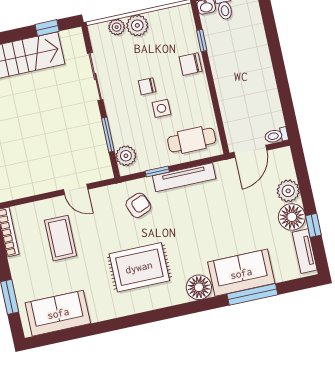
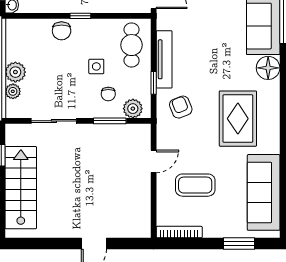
window: (202, 40) -> (80, 16), moved
chair: (147, 86) -> (108, 94), moved
sofa: (58, 313) -> (264, 192), width x1.36

